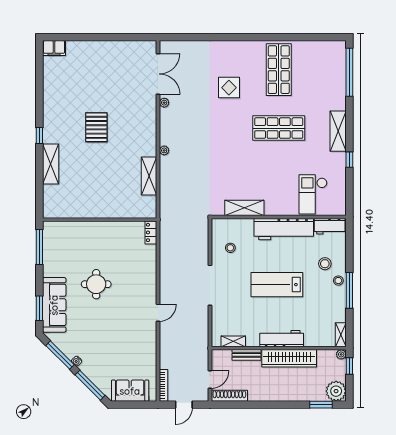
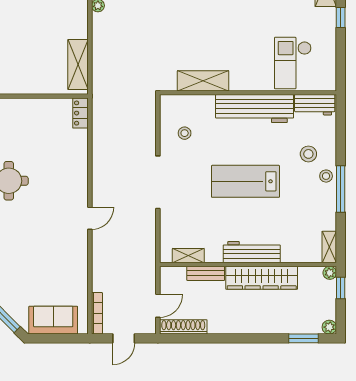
shelving: (149, 176) -> (78, 65), moved
plant: (336, 391) -> (329, 327), width x0.53, depth x0.53

